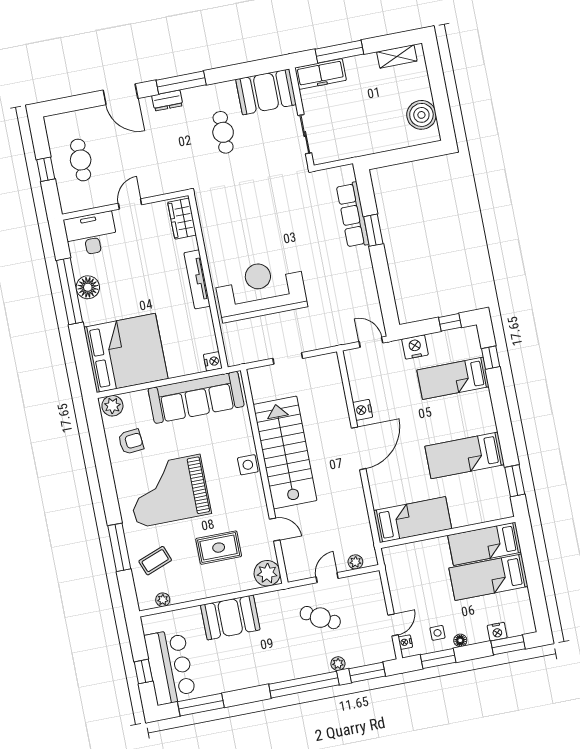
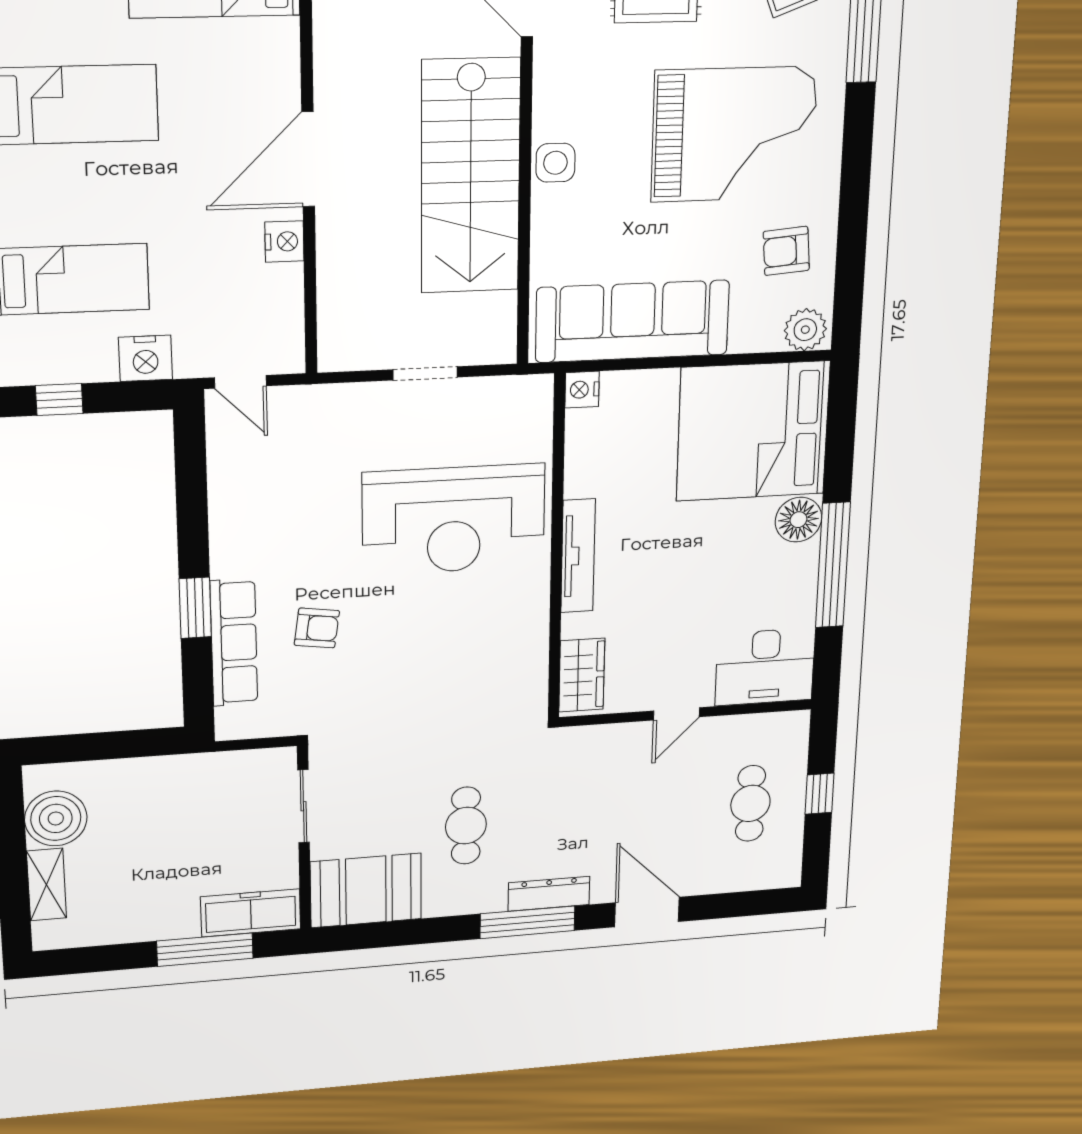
shelving: (397, 56) -> (47, 885), moved, turned 90
dresser: (167, 101) -> (549, 894), width x1.44
armchair: (315, 227) -> (317, 628), added
floor lamp: (88, 287) -> (798, 520), moved

